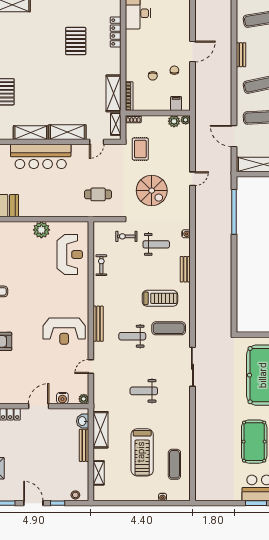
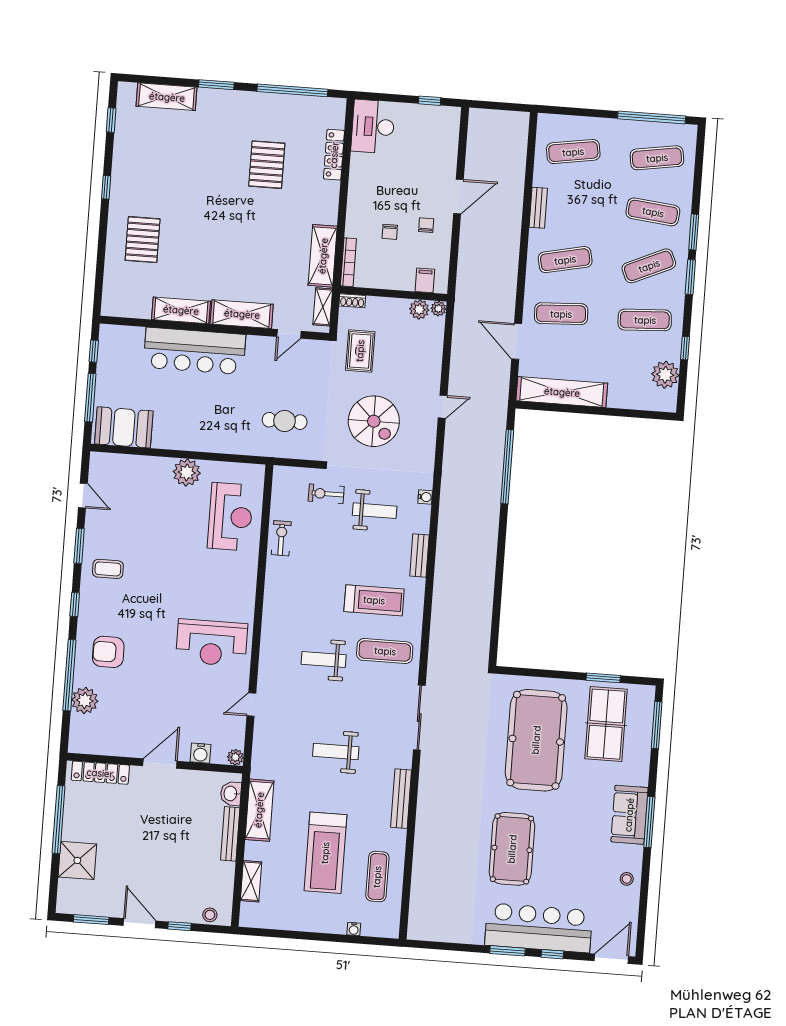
bench: (98, 324) -> (401, 799), moved

